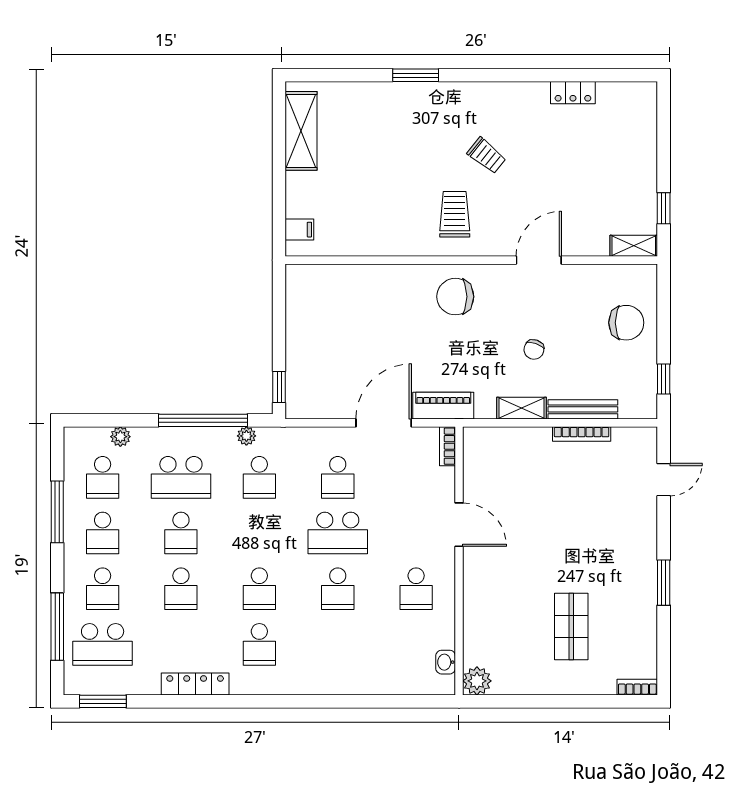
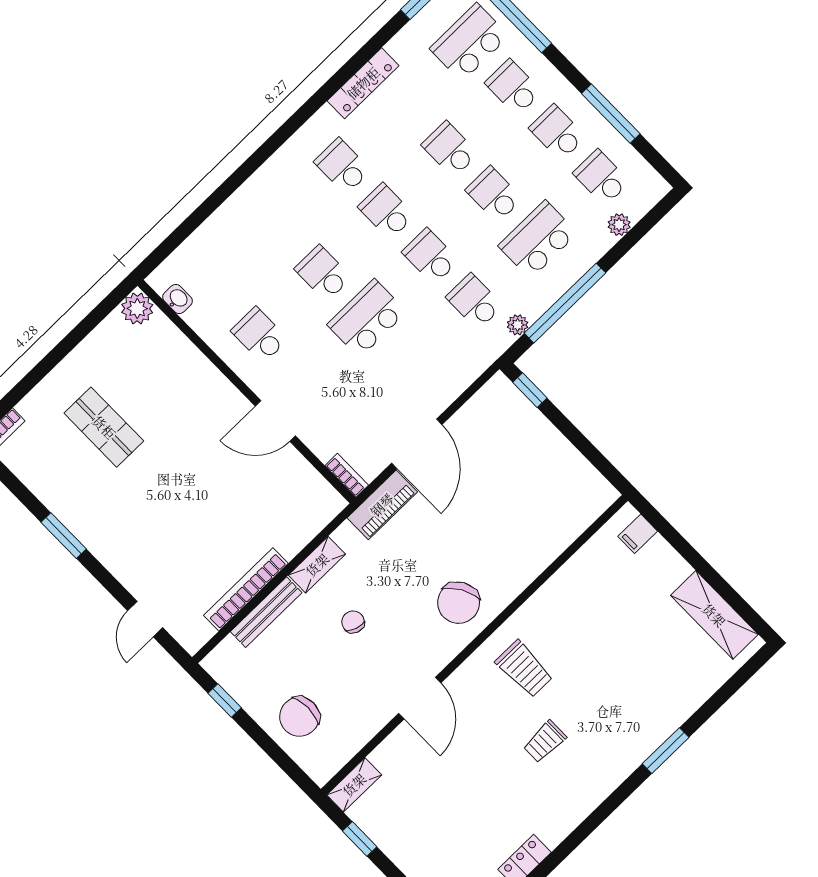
trolley: (487, 156) -> (545, 742), turned -39
chair: (455, 297) -> (459, 603), turned 150
bookcase: (582, 434) -> (246, 589), width x1.48, depth x1.31
school desk: (338, 477) -> (430, 256), moved

